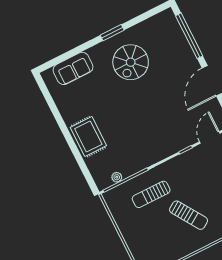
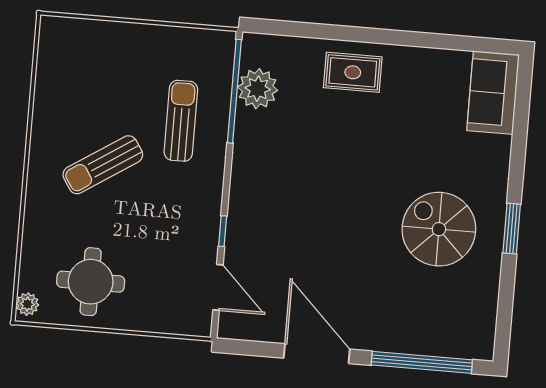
sofa: (73, 68) -> (493, 93), moved
rug: (88, 137) -> (353, 72), width x0.73, depth x0.70
plant: (117, 177) -> (258, 89), width x1.88, depth x1.88

